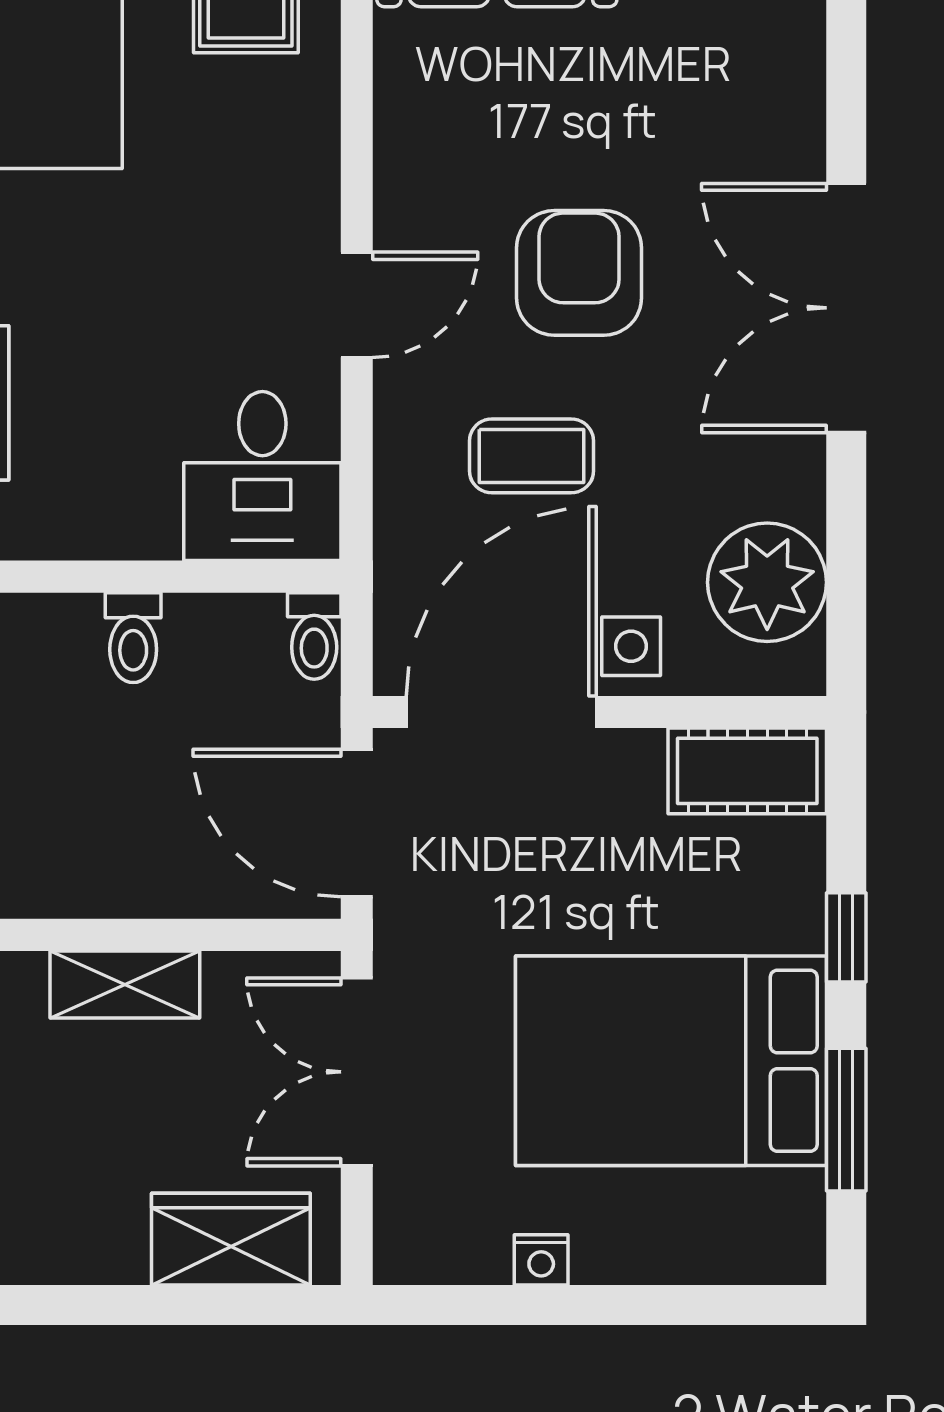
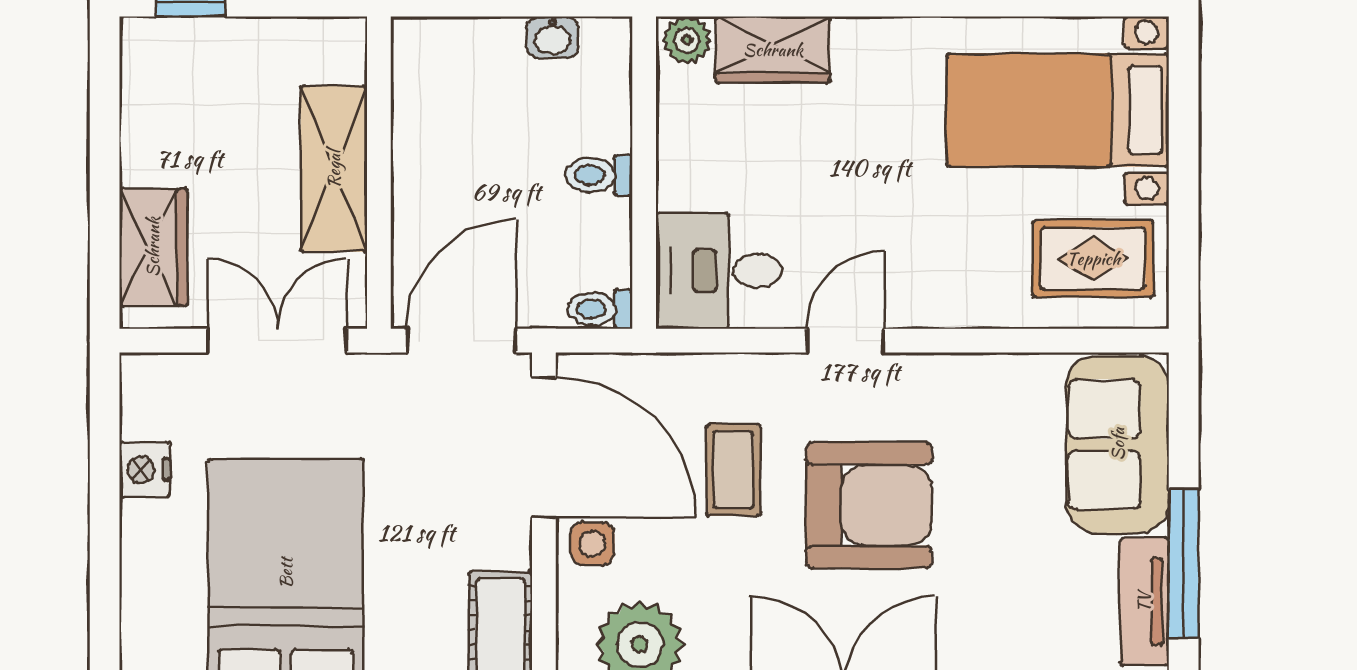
armchair: (579, 273) -> (869, 505), width x1.36, depth x1.36
door: (357, 305) -> (845, 341), swing flipped
shelving: (125, 984) -> (334, 169), width x1.50, depth x1.33
nightstand: (541, 1260) -> (145, 469), width x1.39, depth x1.35

